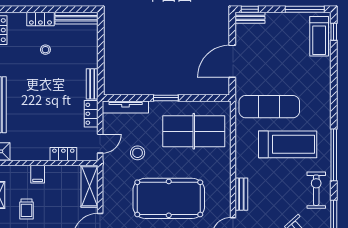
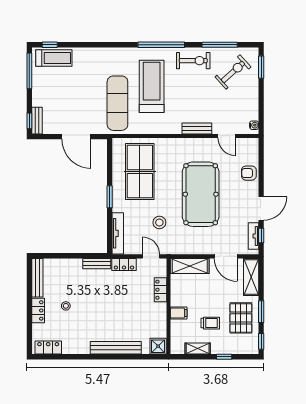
exercise bike: (316, 190) -> (193, 61), turned 180

